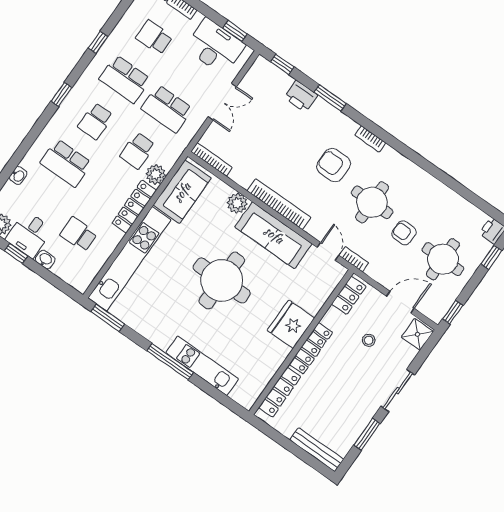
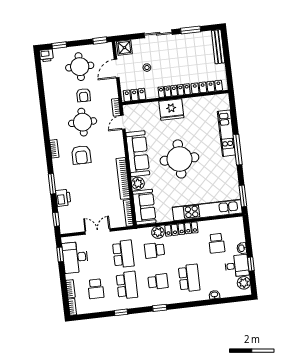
school desk: (137, 151) -> (154, 250), turned 180
sofa: (182, 192) -> (144, 207), moved, turned 90
bookcase: (279, 204) -> (123, 178), moved
door: (400, 302) -> (117, 69), hinge flipped

